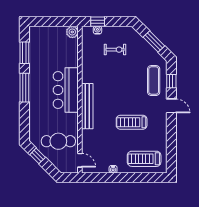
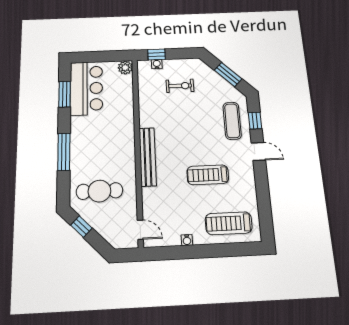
window: (24, 88) -> (64, 152), moved
bar counter: (66, 90) -> (86, 88), moved, turned 180
cafe table: (58, 141) -> (99, 191), moved

